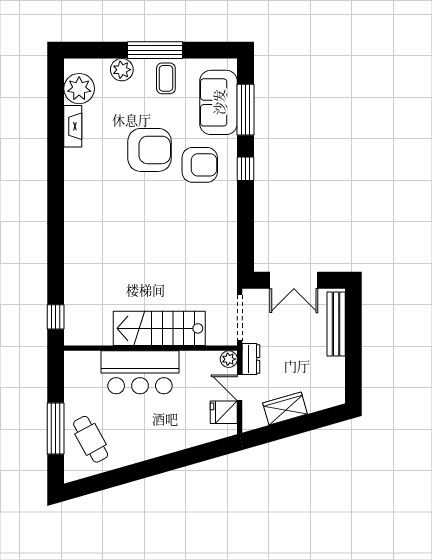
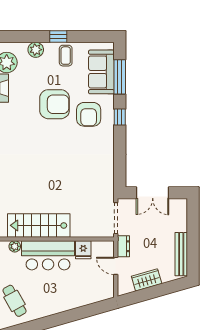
window: (155, 50) -> (58, 36), width x0.46
armchair: (200, 165) -> (89, 114), turned 90
bench: (336, 324) -> (181, 254), moved
stairs: (159, 328) -> (39, 225), moved
plant: (229, 359) -> (15, 246), moved
fridge: (224, 412) -> (83, 250), moved, turned -90

